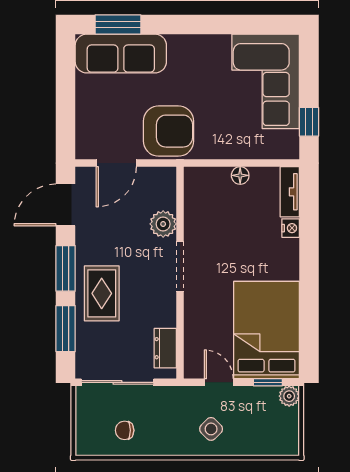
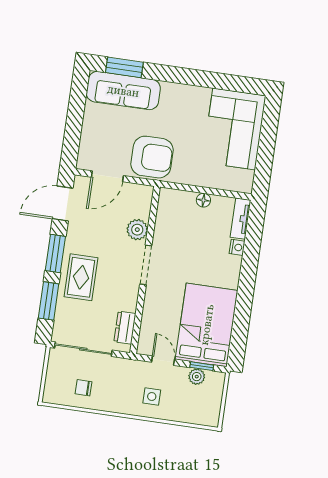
window: (309, 122) -> (264, 166), removed
plant: (289, 396) -> (197, 377), moved
side table: (211, 429) -> (152, 396), turned 45

